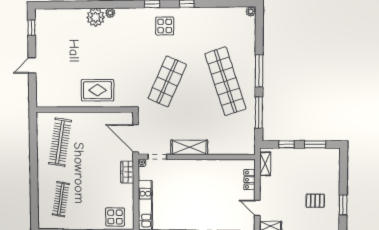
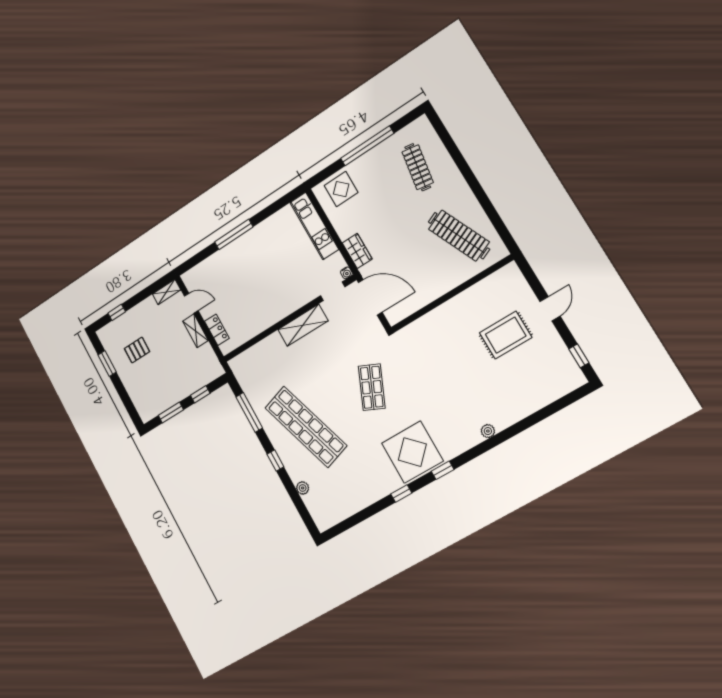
plant: (251, 11) -> (303, 488), moved
plant: (96, 17) -> (503, 415), removed
display table: (165, 26) -> (412, 452), width x1.86, depth x1.86
window: (259, 71) -> (275, 460), width x0.46
shop shelf: (167, 81) -> (372, 387), width x0.70, depth x0.74
rug: (97, 90) -> (506, 335), moved
clothes rail: (60, 142) -> (459, 236), turned -33
shelving: (265, 164) -> (195, 331), moved

